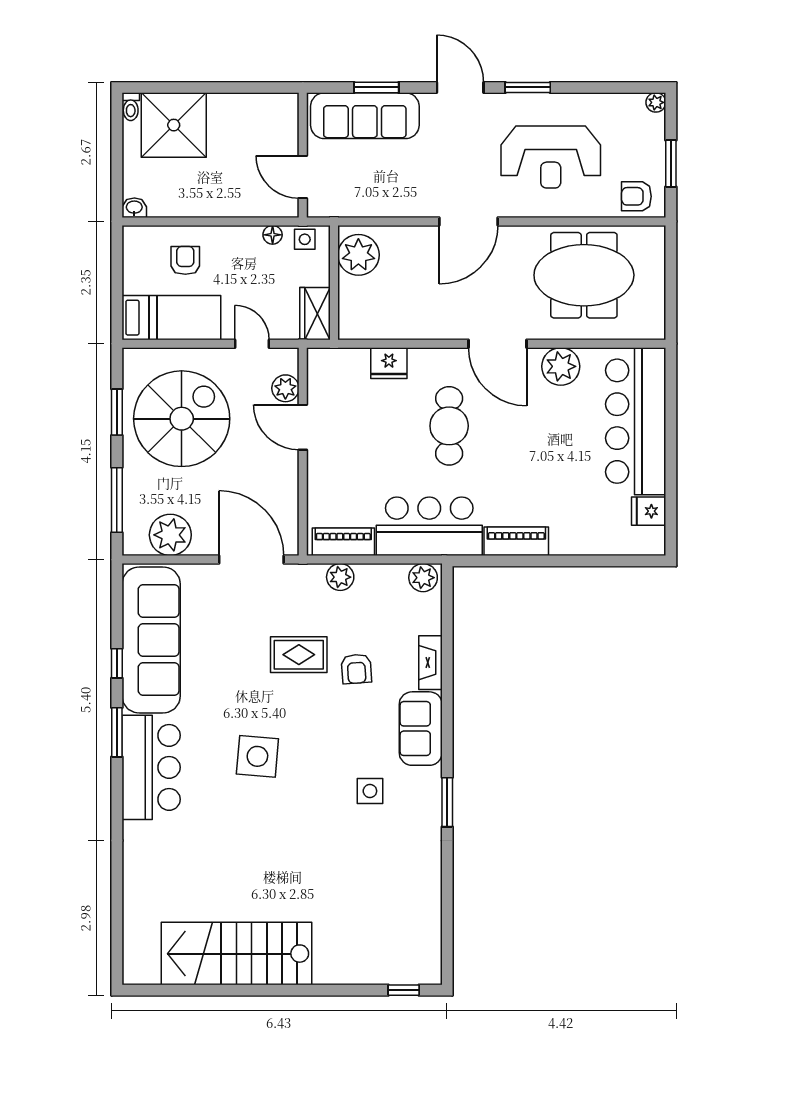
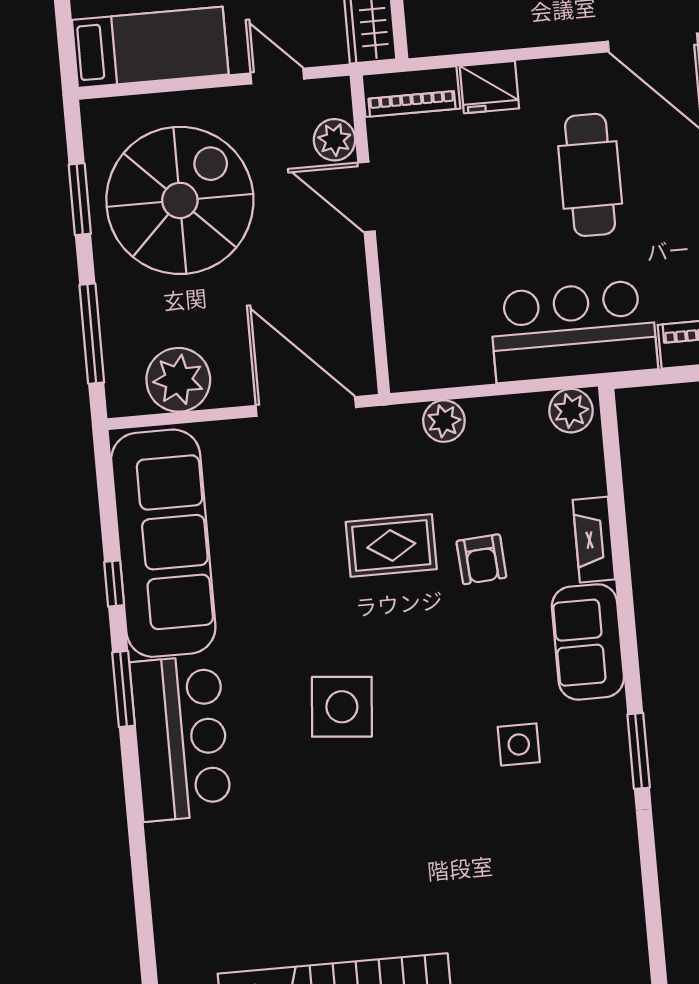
piano: (343, 542) -> (411, 92), moved, turned 180

